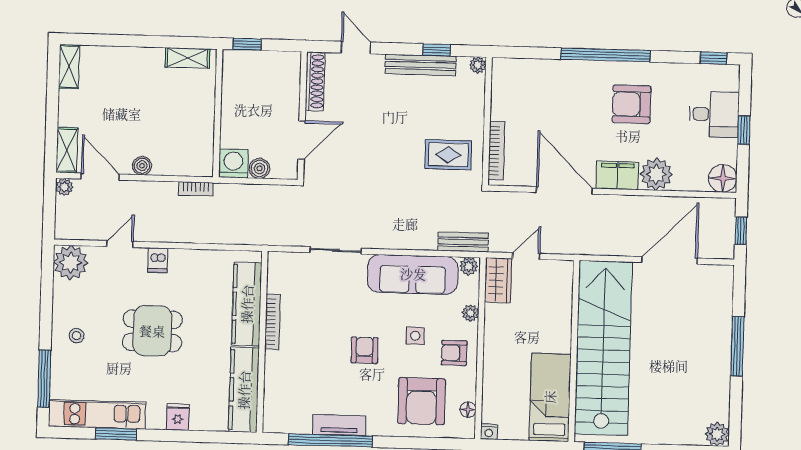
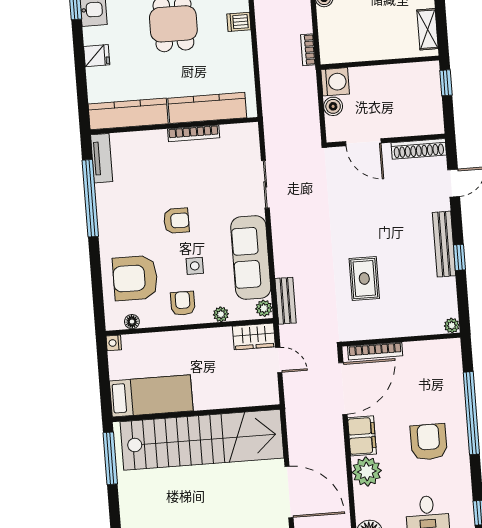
plant: (478, 65) -> (452, 326), moved
wall: (487, 121) -> (401, 340), moved
bookcase: (496, 150) -> (375, 351), moved
tv unit: (339, 425) -> (102, 158), moved

